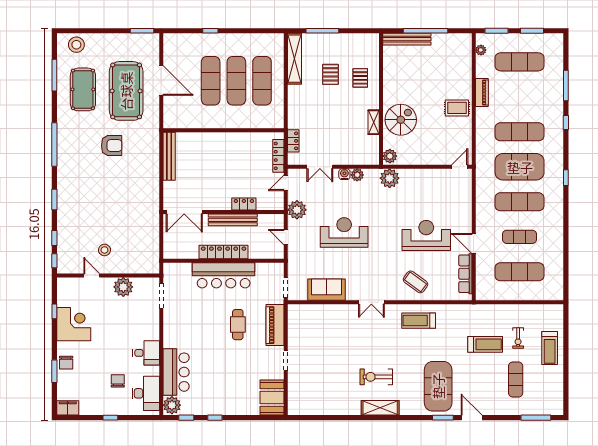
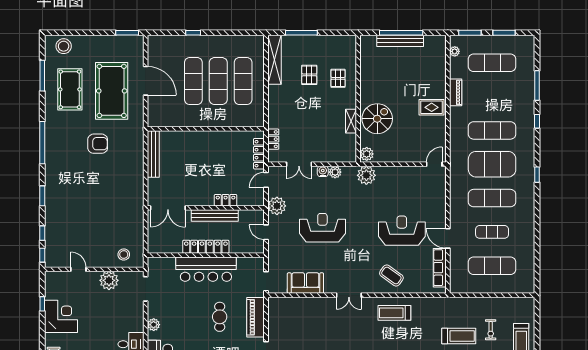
bench: (407, 39) -> (400, 41), moved
stool: (104, 250) -> (124, 255), moved
plant: (169, 333) -> (154, 325), added

